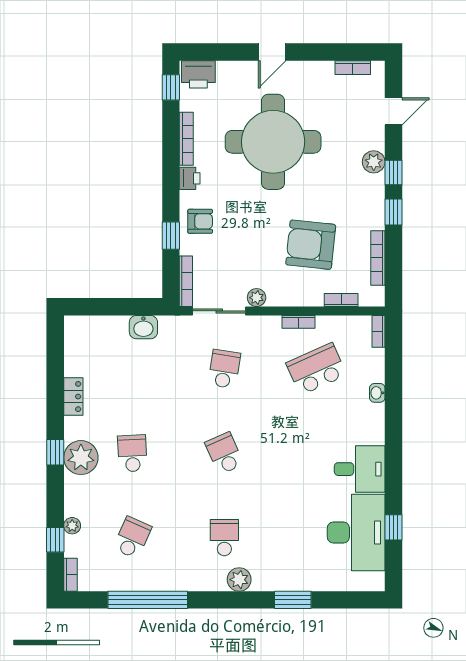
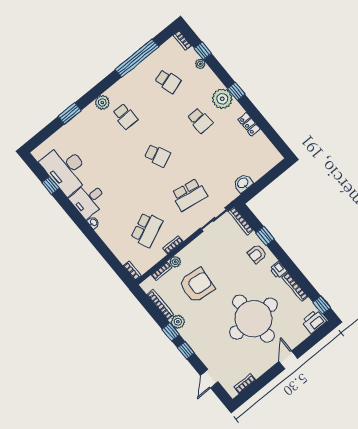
plant: (374, 162) -> (178, 322), moved
plant: (257, 298) -> (175, 262), moved
school desk: (224, 369) -> (189, 195), width x1.85
washbasin: (377, 393) -> (93, 222), moved
school desk: (132, 538) -> (168, 81), turned -42

